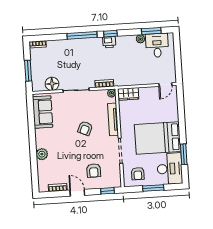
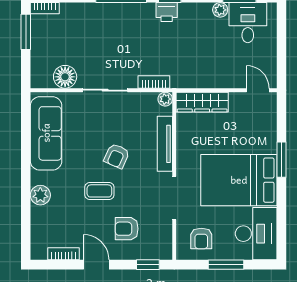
window: (28, 71) -> (26, 32), moved
door: (165, 85) -> (258, 90), swing flipped
wardrobe: (128, 94) -> (202, 102), width x1.50
sofa: (43, 112) -> (46, 133), width x1.36
coffee table: (76, 149) -> (99, 191), added
window: (184, 154) -> (281, 160), moved
armchair: (94, 171) -> (127, 229), turned 90

